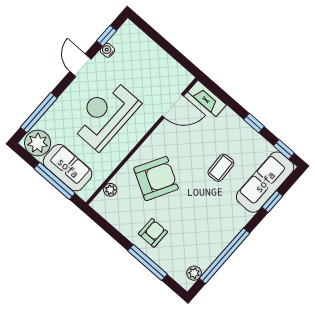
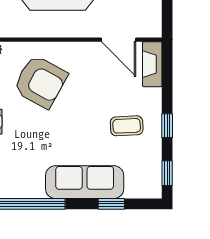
coffee table: (221, 168) -> (127, 126), moved
sofa: (265, 182) -> (85, 182), moved

